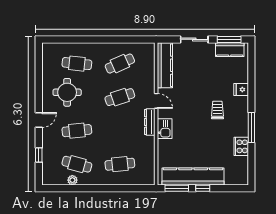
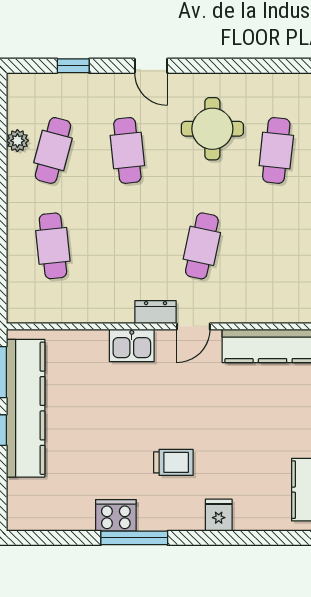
cafe table: (120, 64) -> (276, 246), removed
cafe table: (120, 97) -> (202, 246), turned 30
dresser: (150, 122) -> (156, 312), width x0.70
cooker: (241, 146) -> (116, 515), moved

